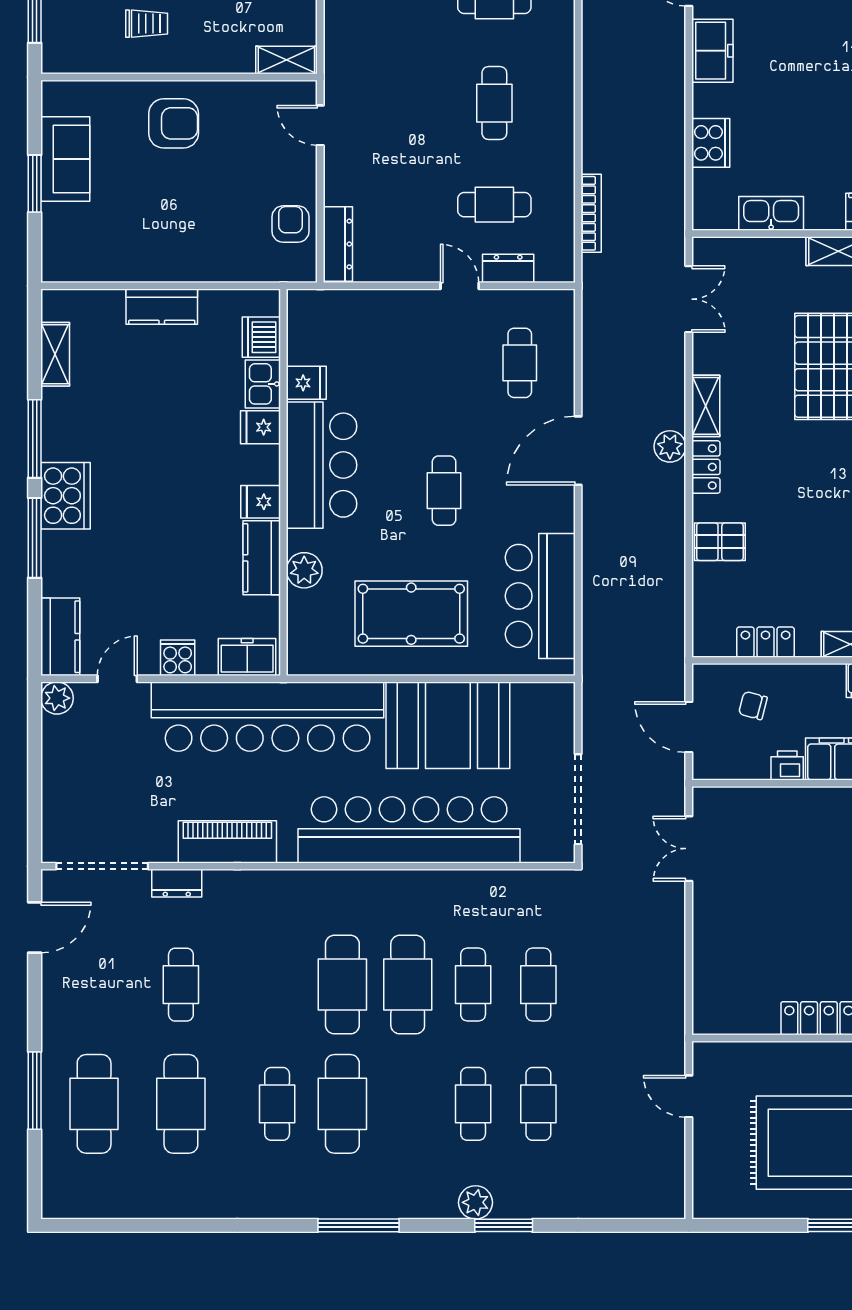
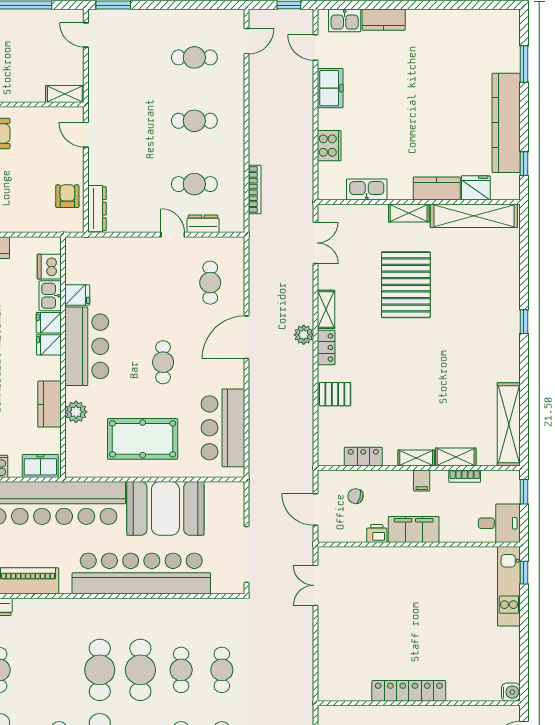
cafe table: (494, 103) -> (194, 121), turned 90
fridge: (261, 502) -> (49, 345), moved

